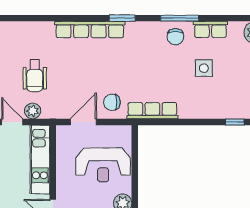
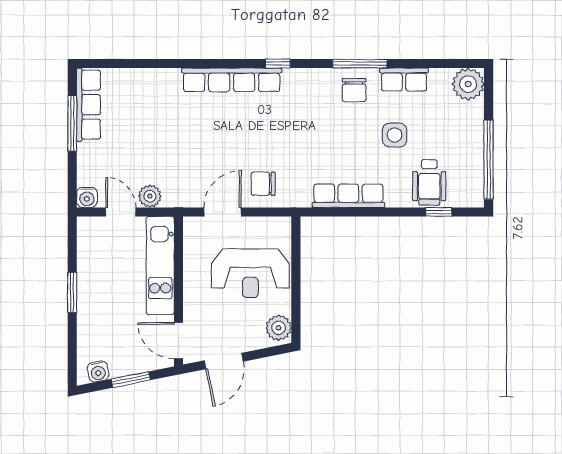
window: (122, 18) -> (278, 64), width x0.67
wheelchair: (35, 76) -> (429, 182), moved
row of seats: (152, 111) -> (348, 196), moved

